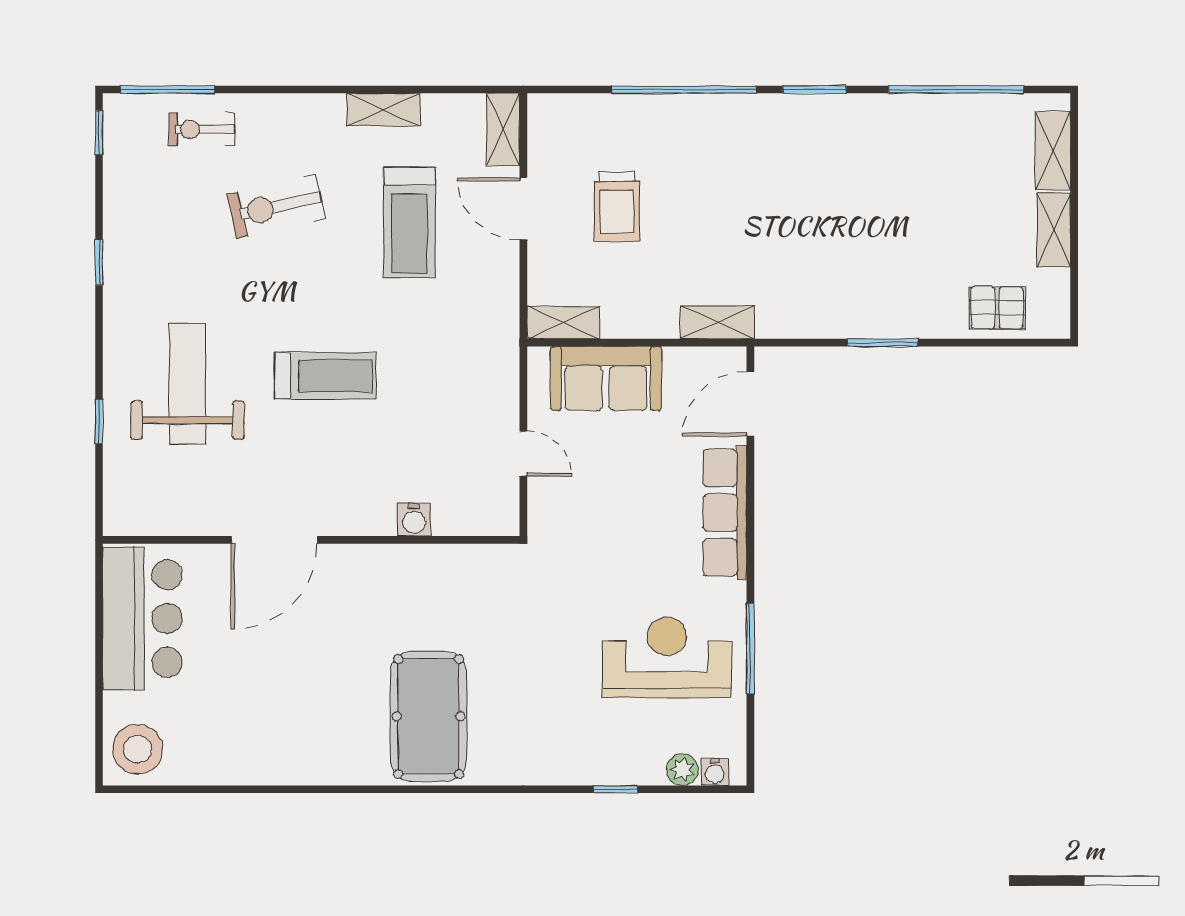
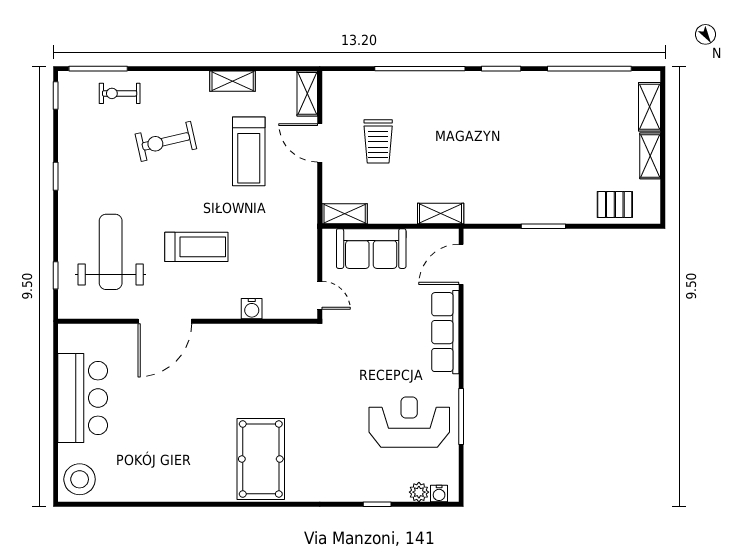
water cooler: (414, 520) -> (252, 309), moved
door: (274, 540) -> (165, 321), moved
wall: (311, 540) -> (188, 321), moved

